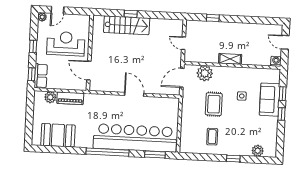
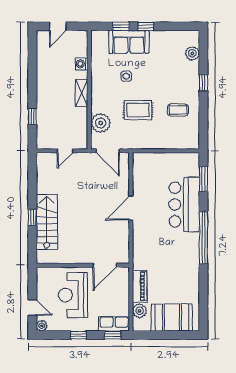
washing machine: (276, 61) -> (82, 64), moved
booth: (58, 135) -> (172, 318), moved, turned 90
bar counter: (135, 138) -> (184, 204), width x0.54

